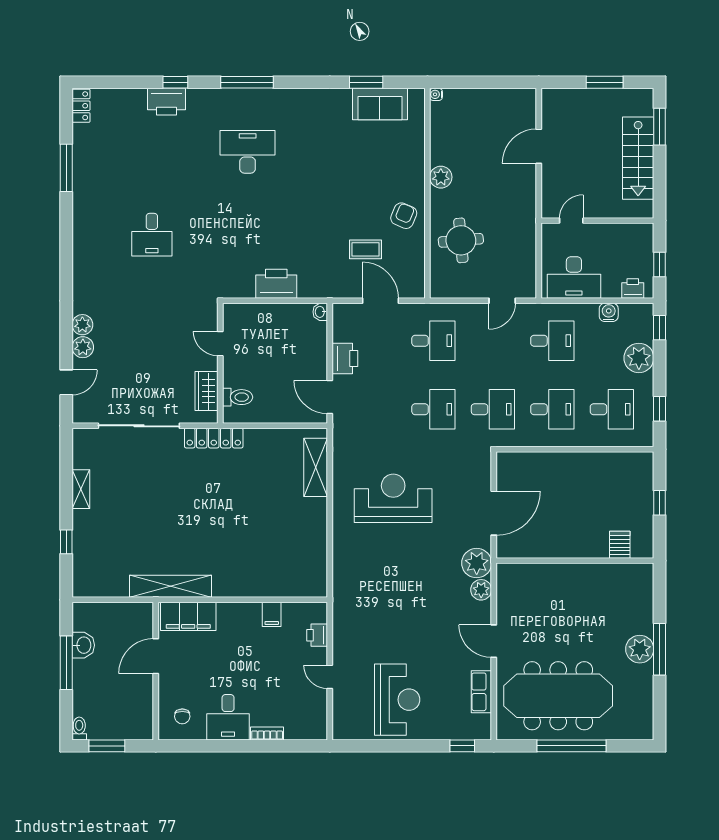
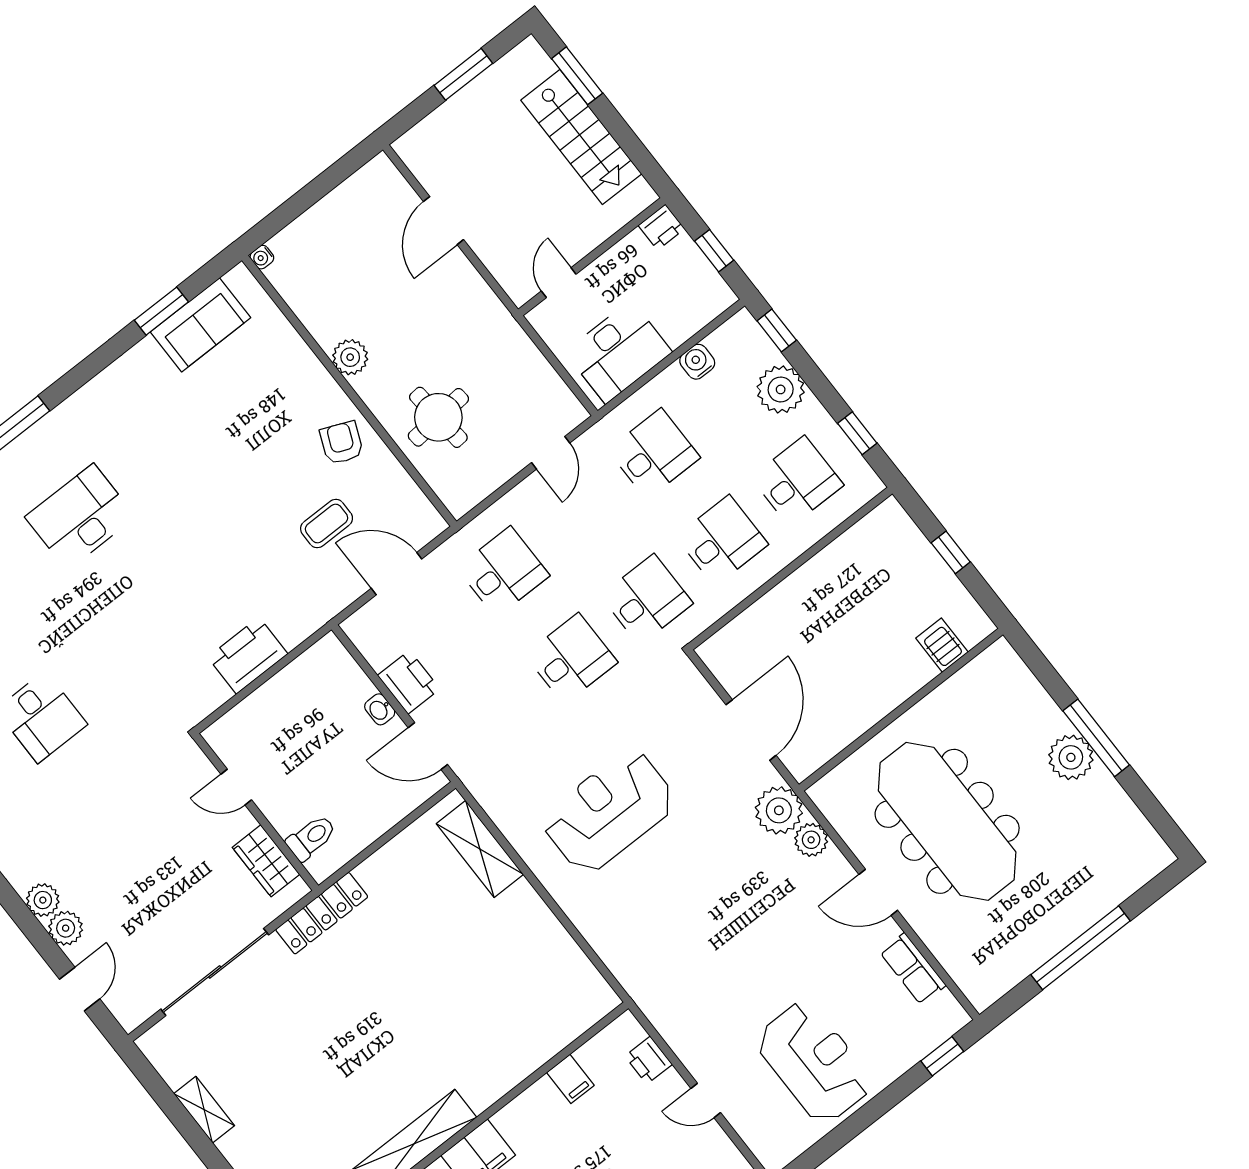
printer: (633, 289) -> (661, 227), moved, turned 180
washbasin: (320, 312) -> (380, 709), moved
meeting table: (558, 696) -> (947, 821), moved, turned 90

